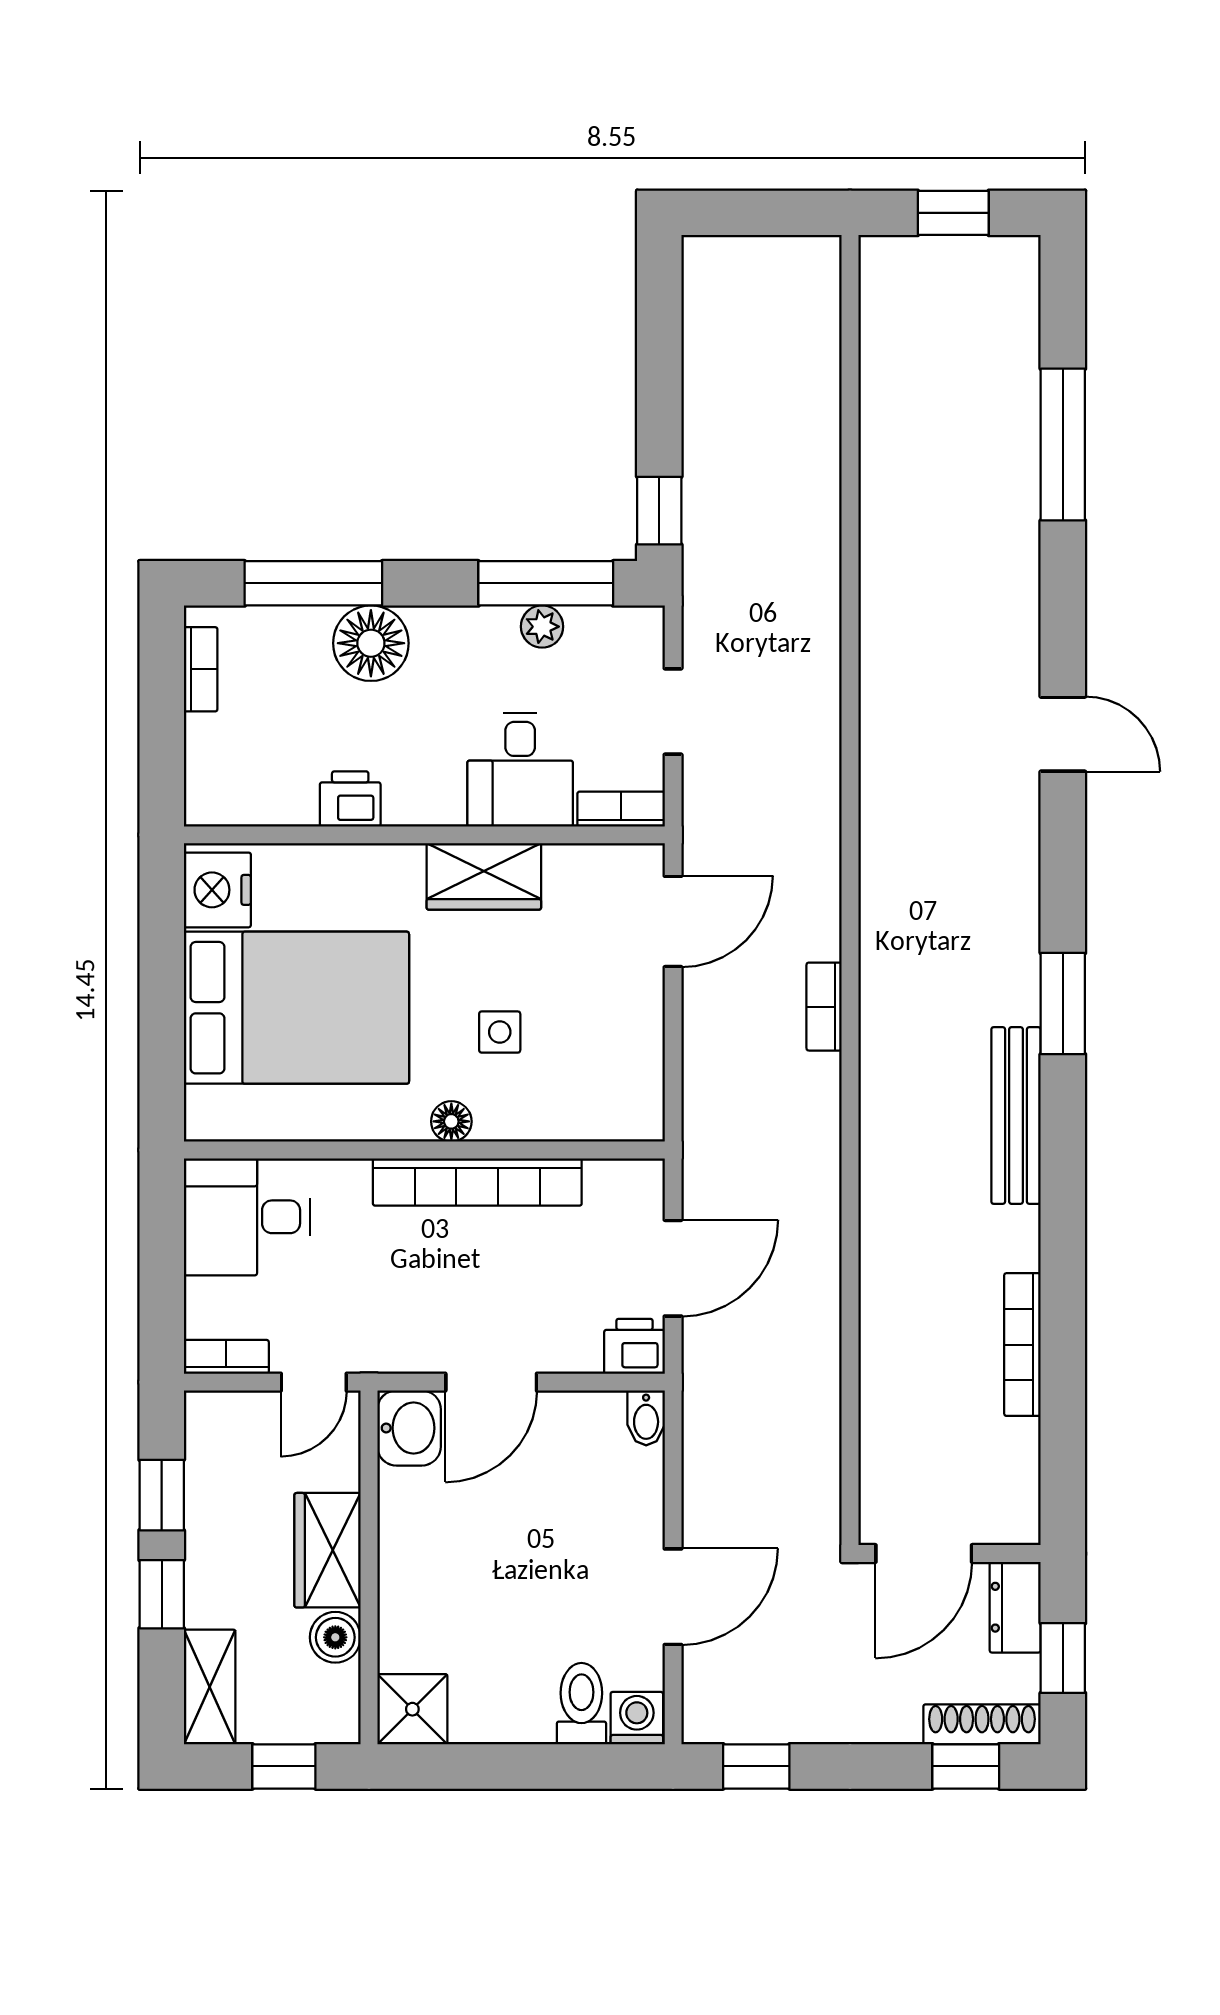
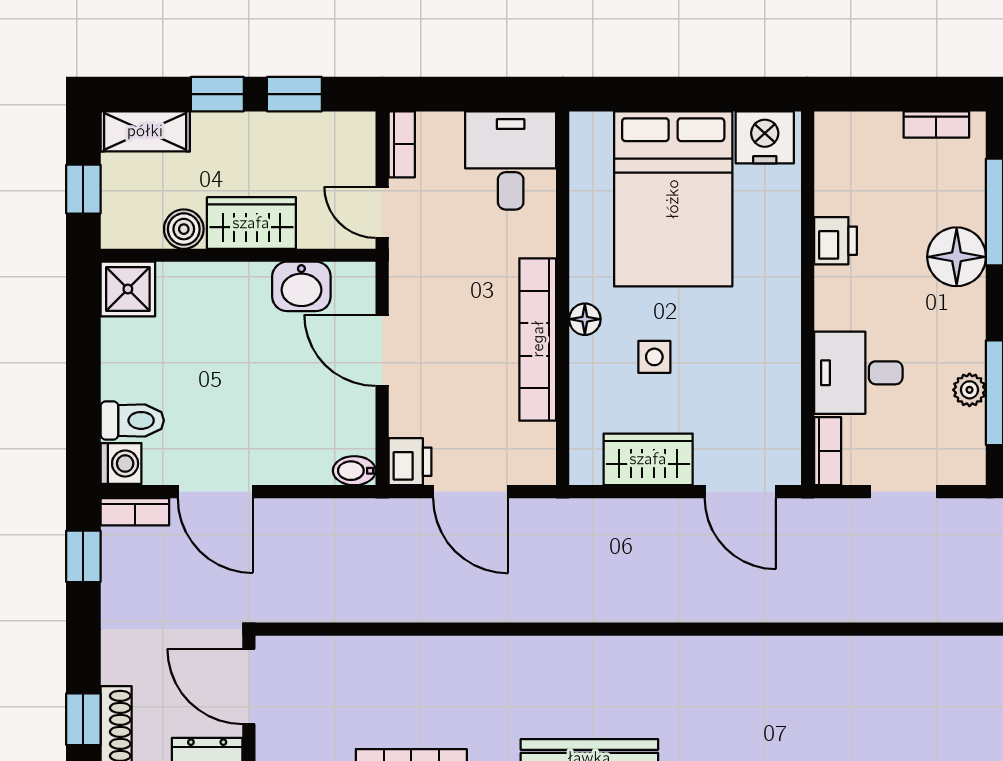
wardrobe: (484, 876) -> (648, 459), moved, turned 90
bookcase: (824, 1007) -> (135, 512), moved, turned 180
washbasin: (409, 1428) -> (301, 286), moved

